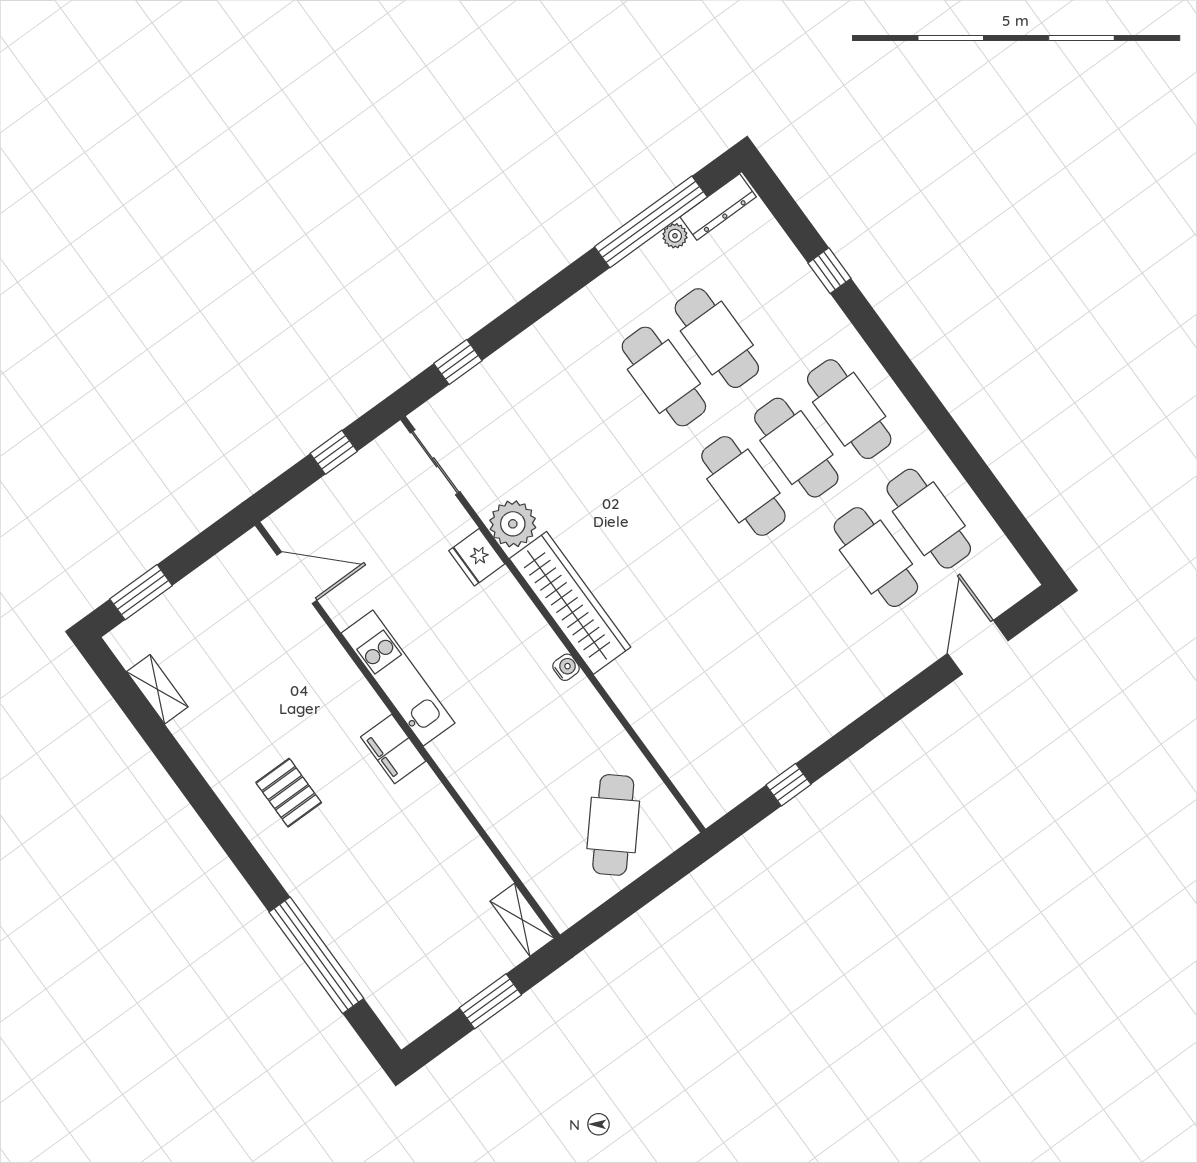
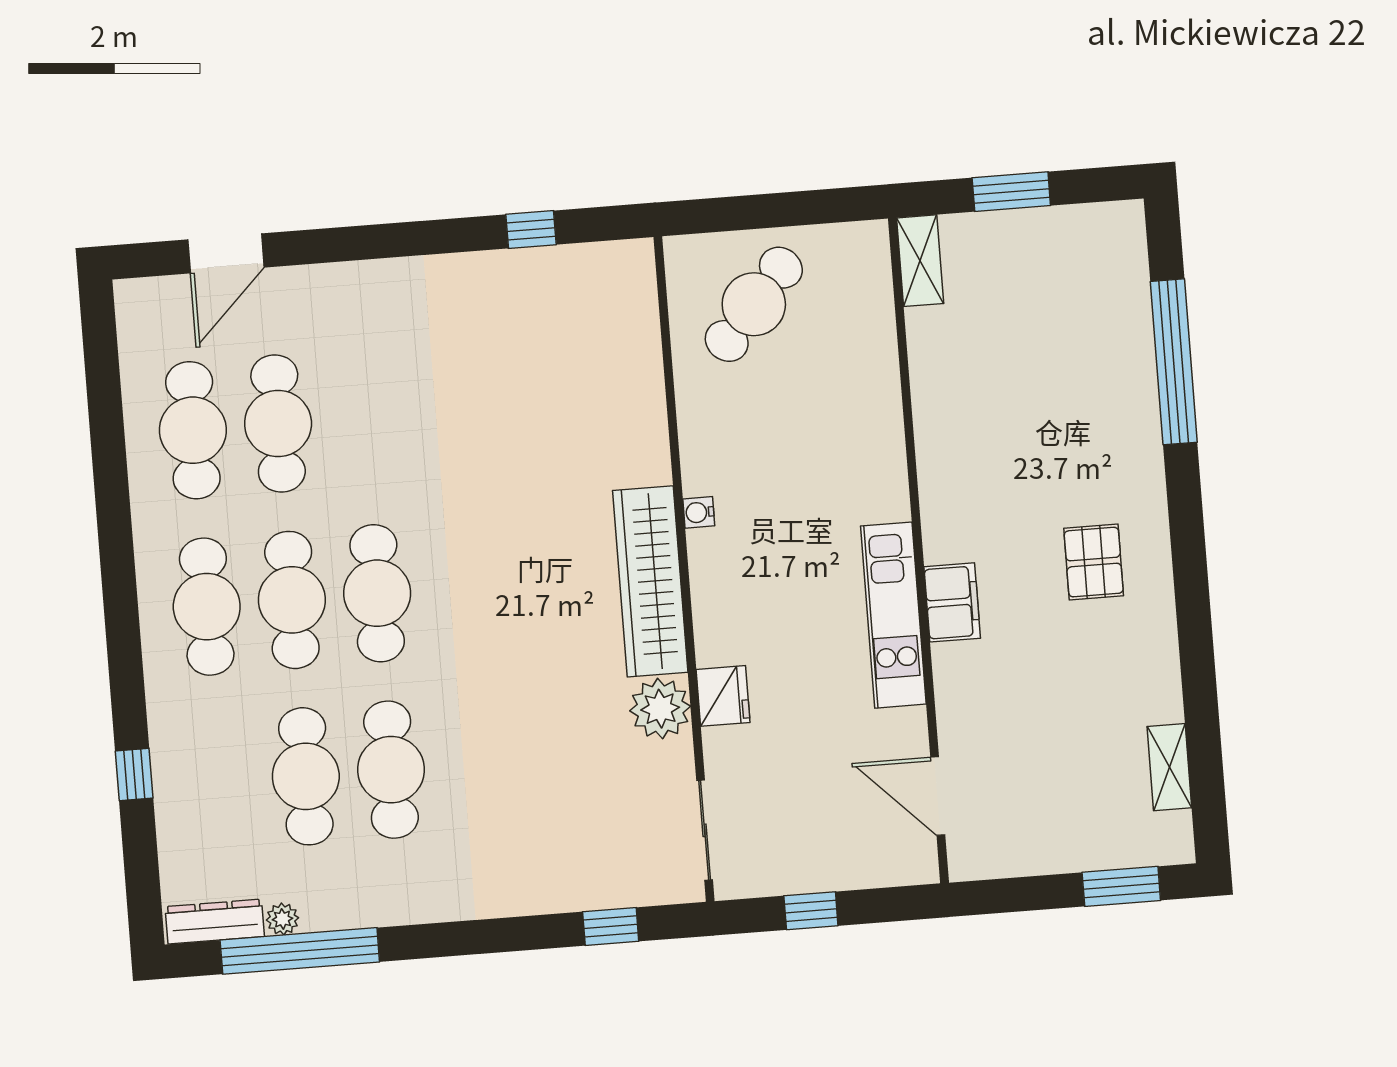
filing cabinet: (393, 749) -> (952, 602), moved

